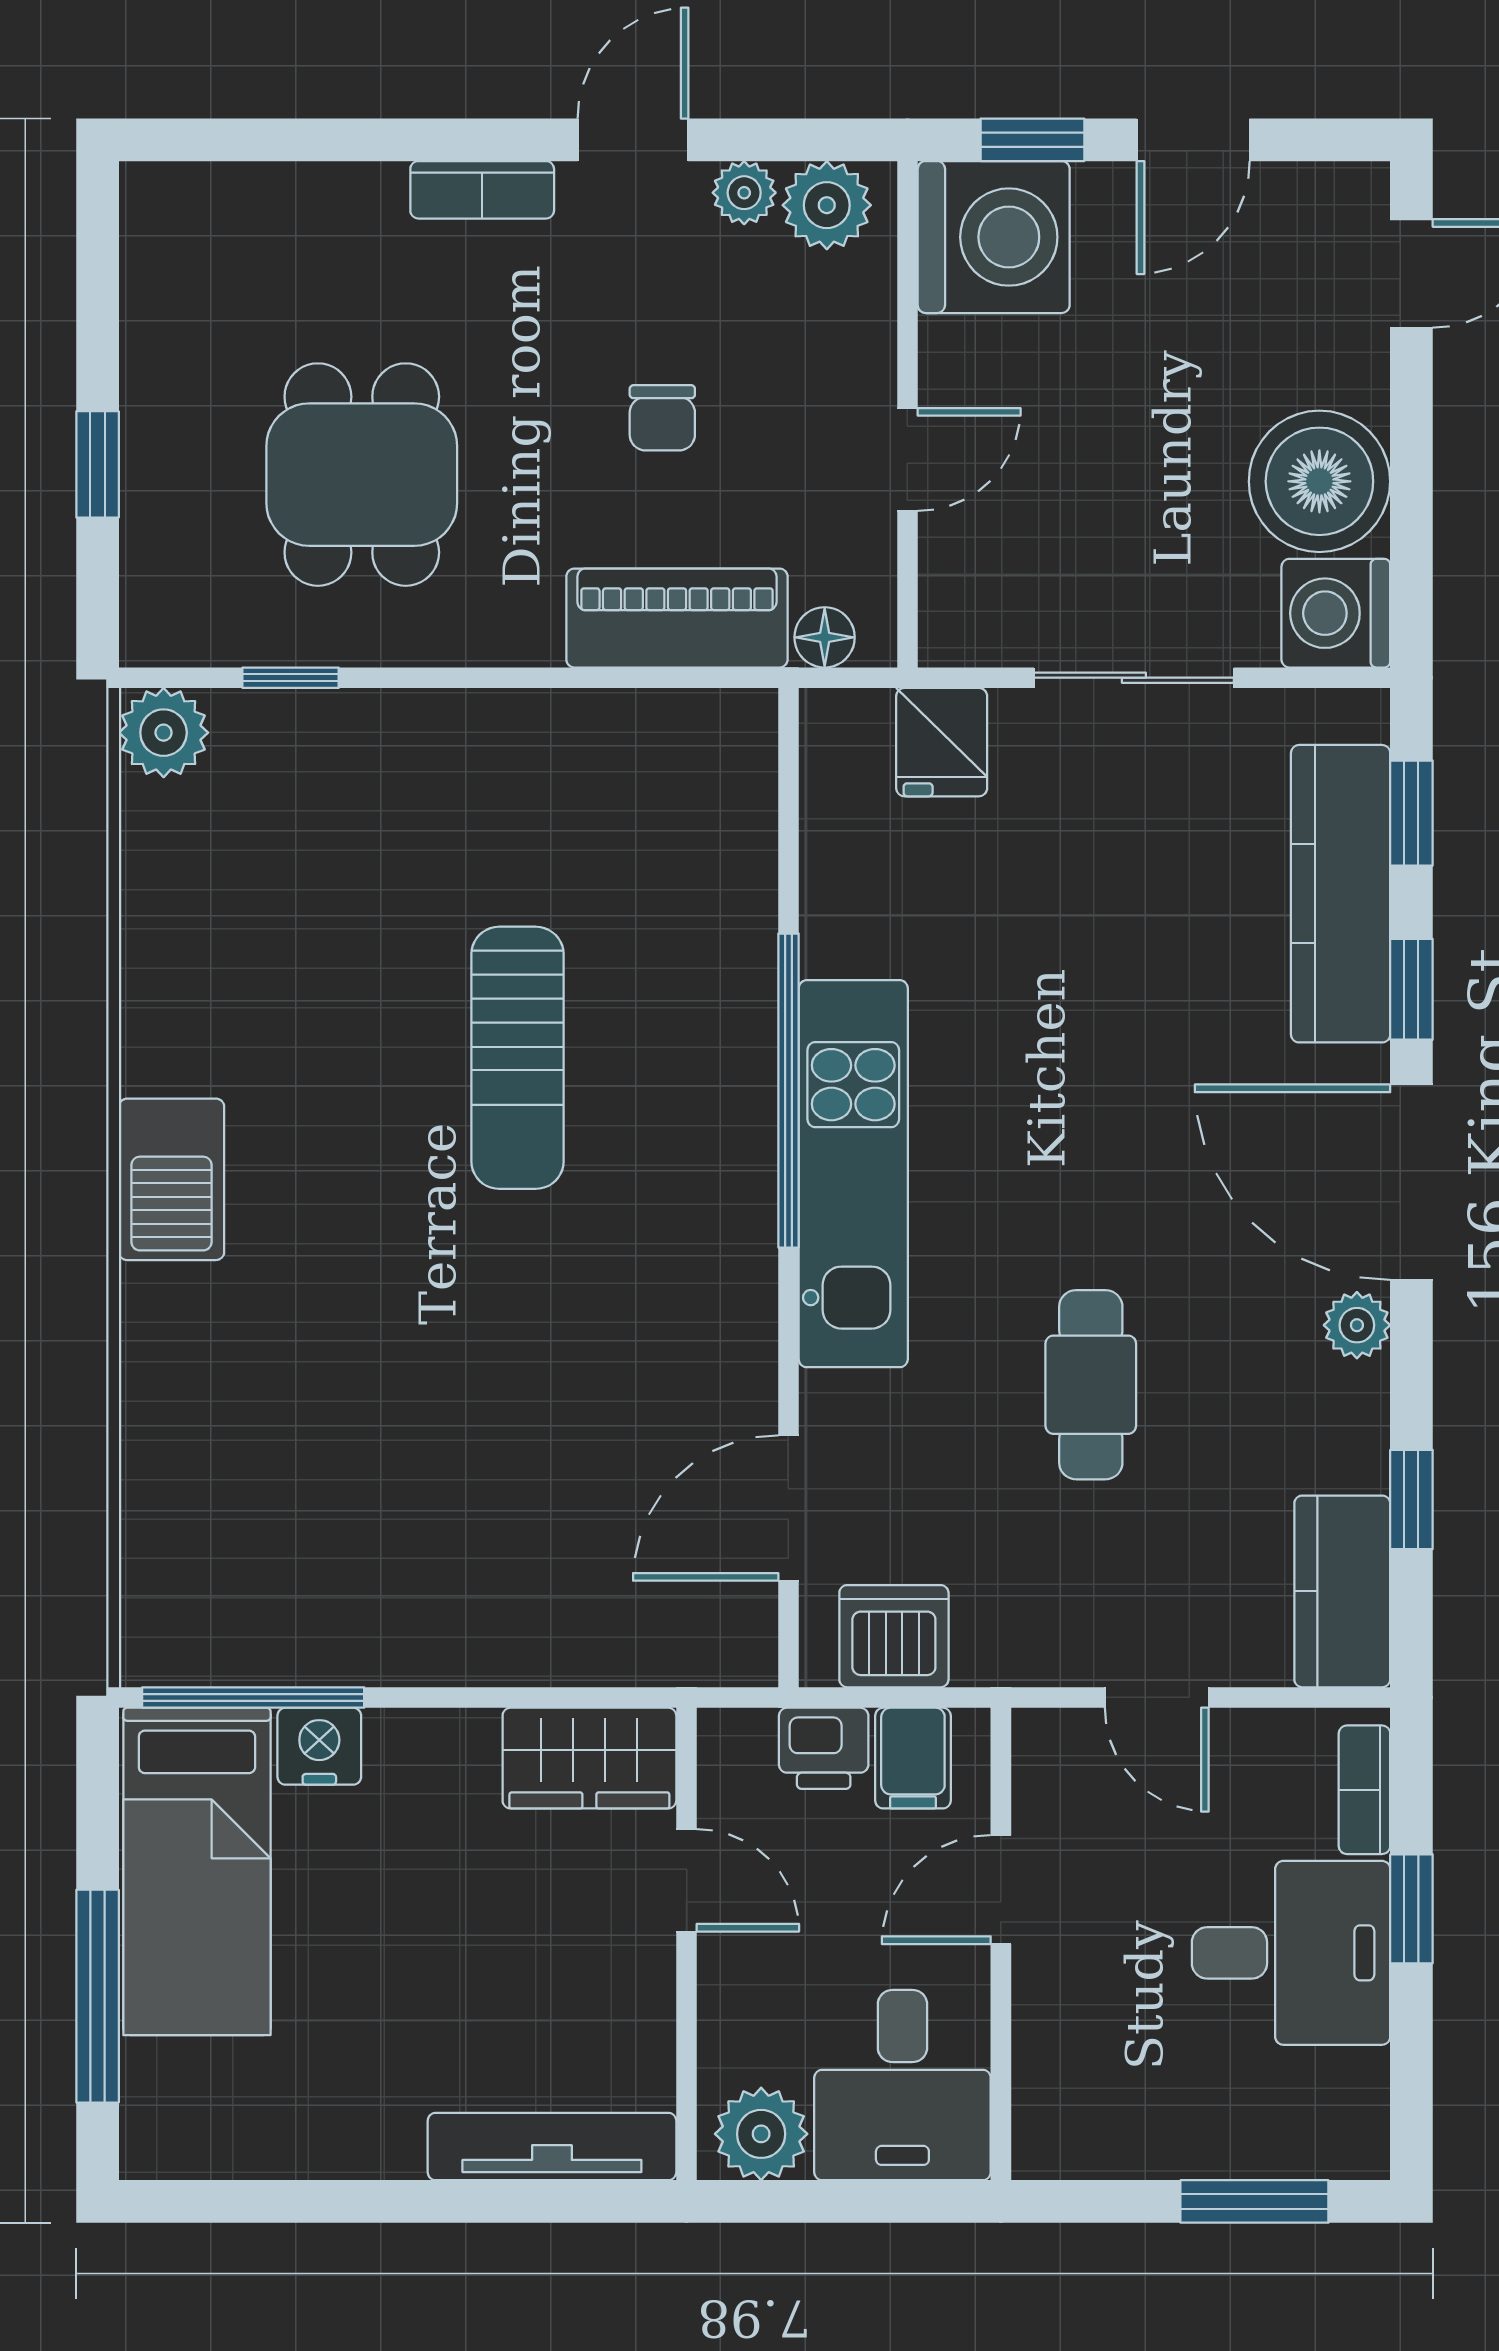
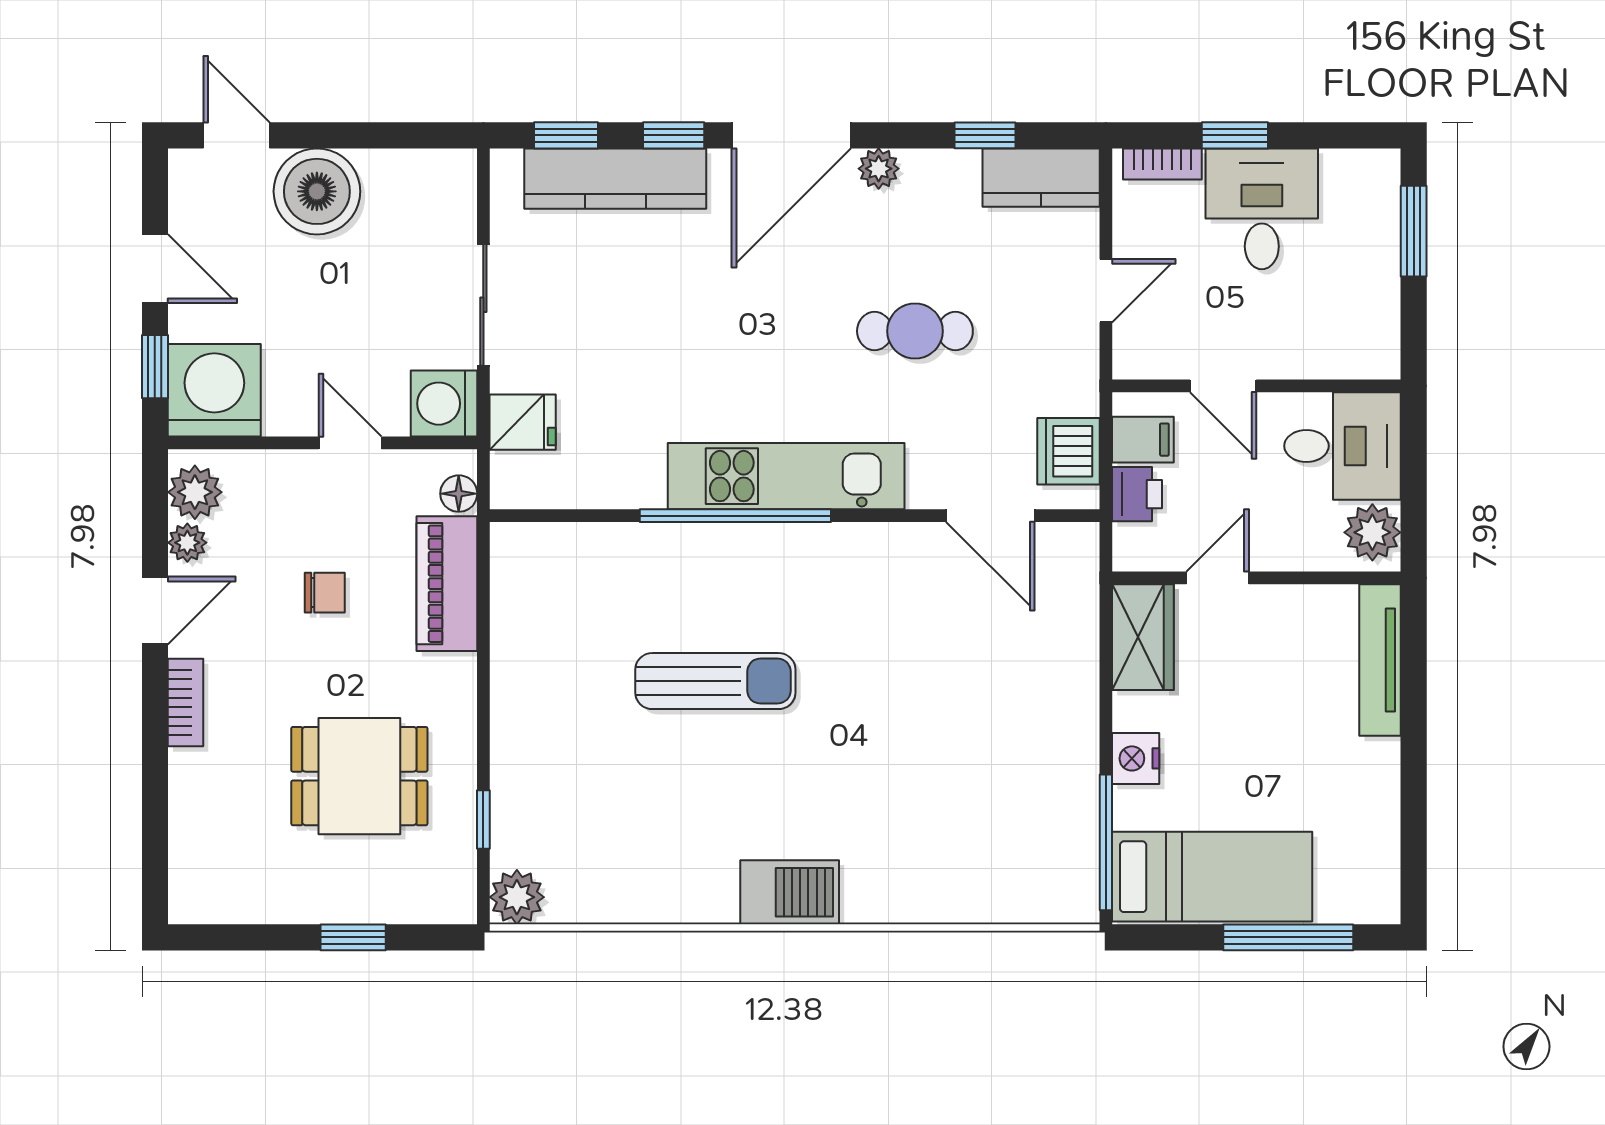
door: (633, 140) -> (155, 610), swing flipped
boiler: (1319, 481) -> (317, 191), moved
washing machine: (1336, 613) -> (444, 404), moved, turned 90
nightstand: (319, 1746) -> (1136, 758), moved

